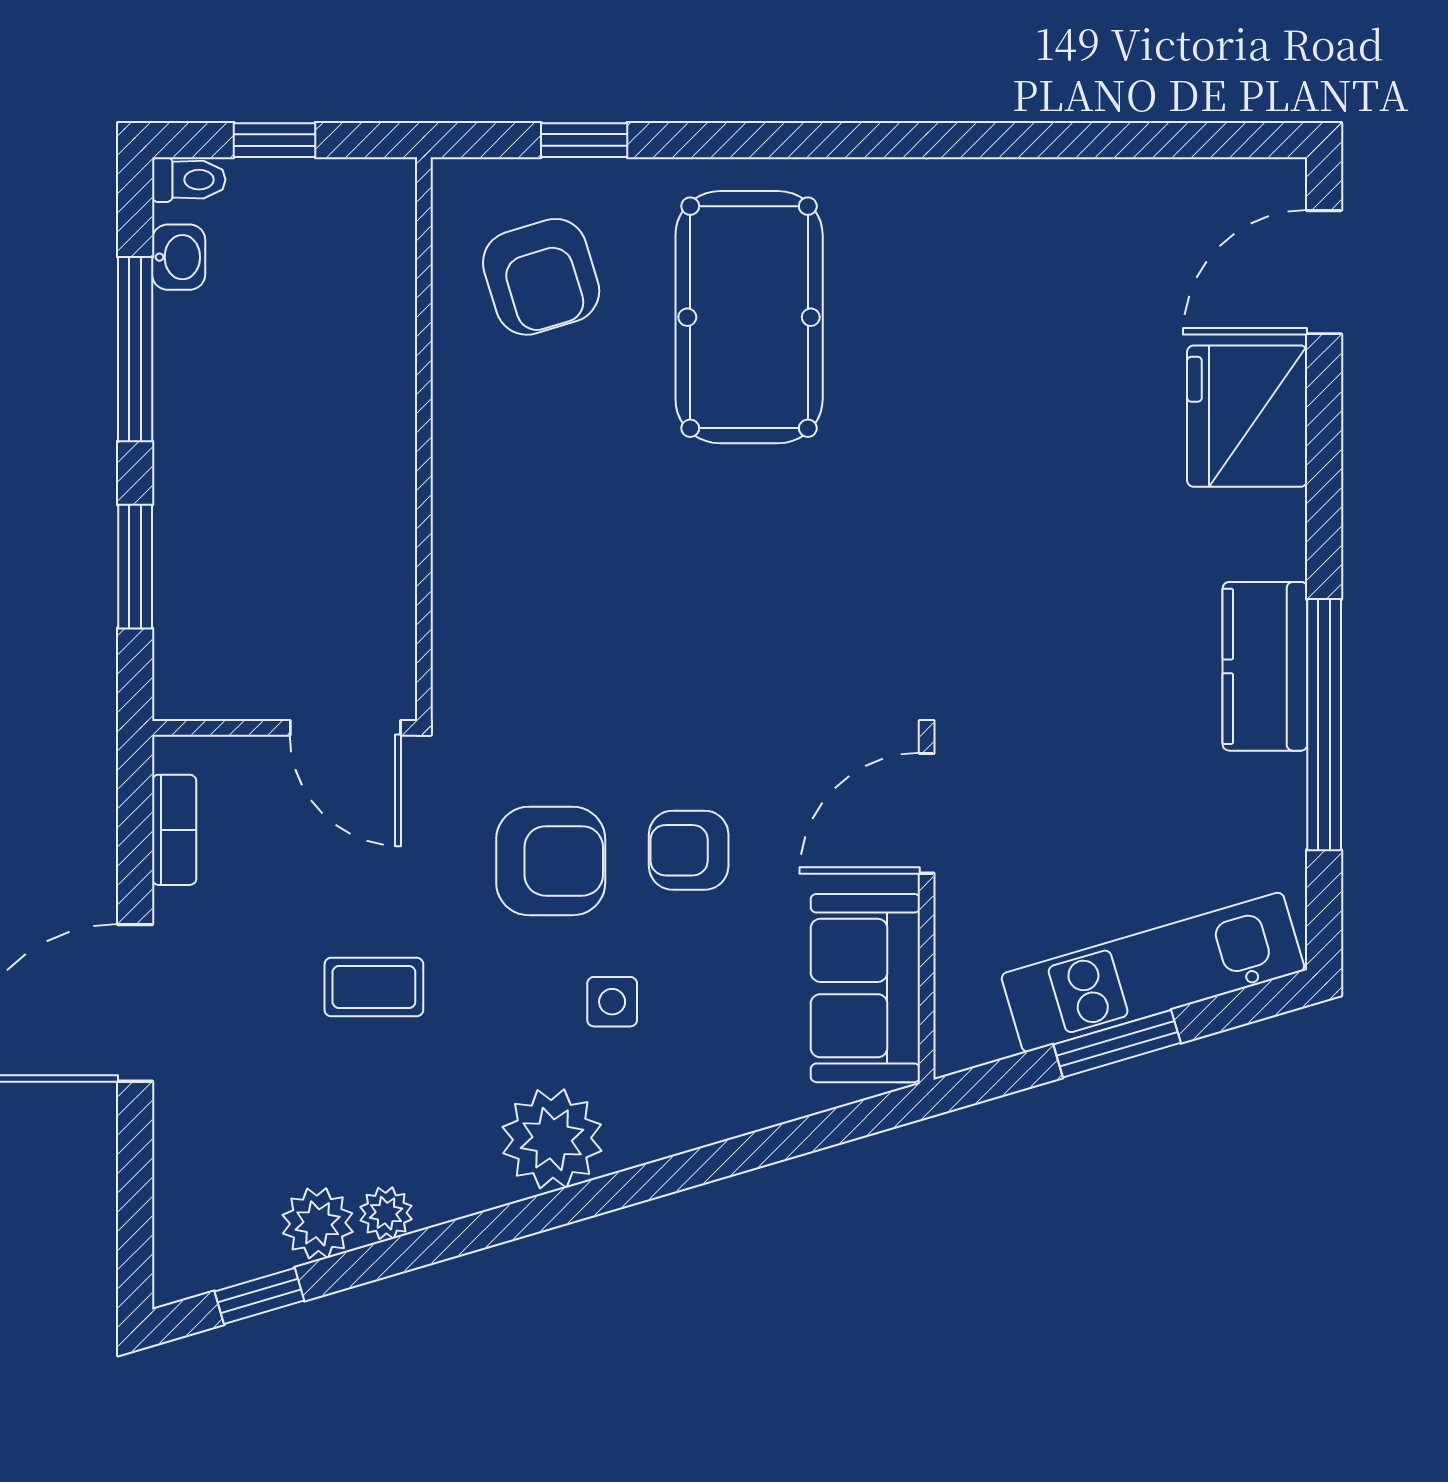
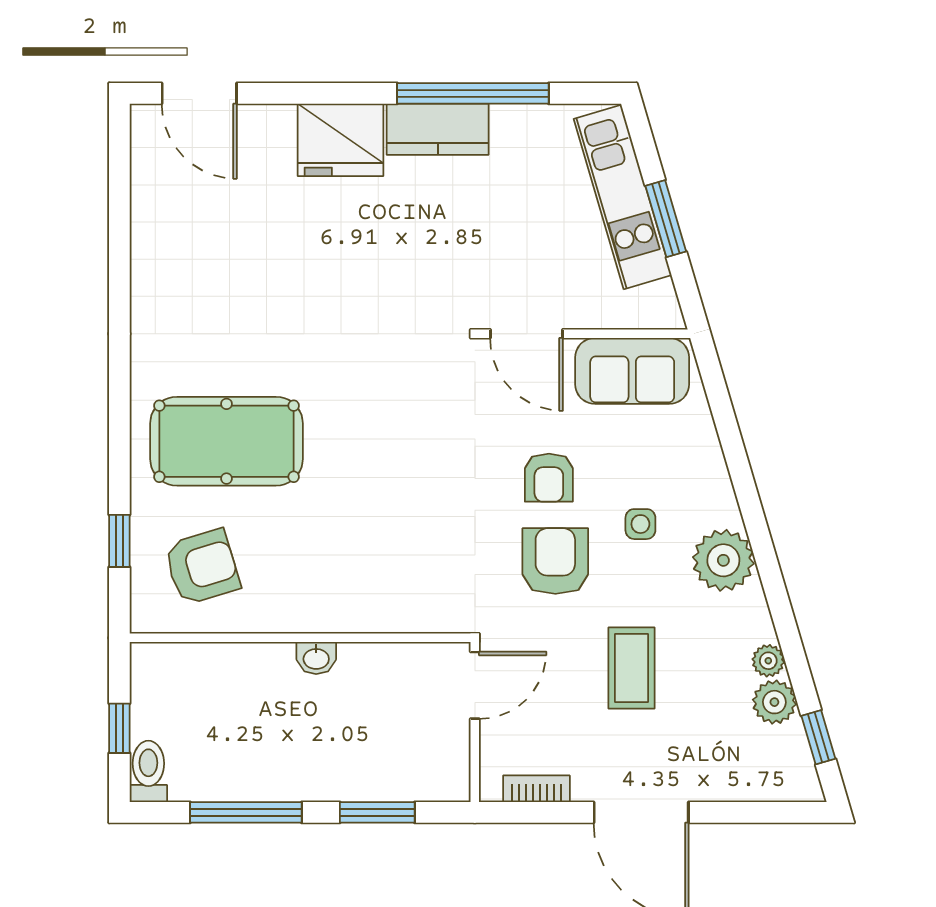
toilet: (189, 180) -> (148, 771), width x1.37, depth x1.39
washbasin: (179, 257) -> (316, 658), moved, turned 180
fridge: (1247, 416) -> (340, 140), moved
coffee table: (374, 987) -> (632, 668), width x1.36, depth x1.30

